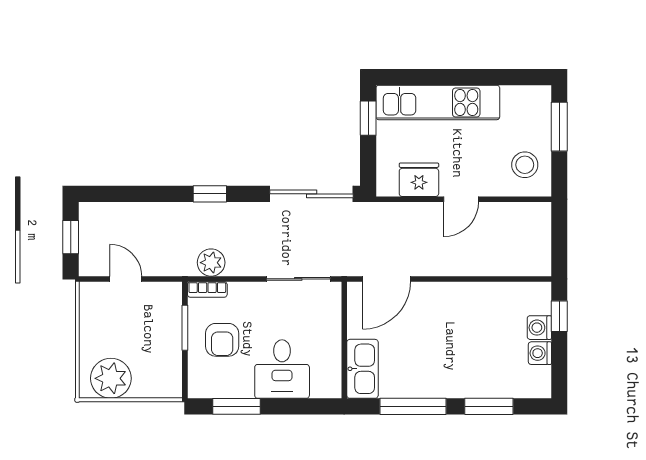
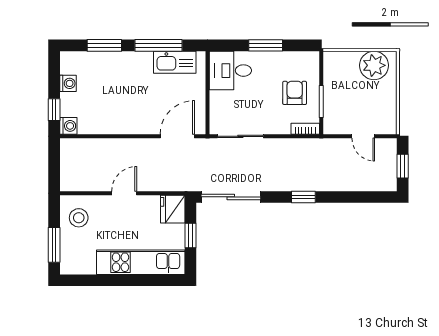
window: (368, 118) -> (190, 235), moved
fridge: (419, 180) -> (173, 209), moved, turned 90
plant: (211, 263) -> (303, 148), removed
washing machine: (539, 328) -> (68, 126), moved
desk: (282, 369) -> (230, 71), moved, turned -90
kitchen sink: (362, 369) -> (175, 62), moved, turned -90
window: (237, 406) -> (266, 45), moved

